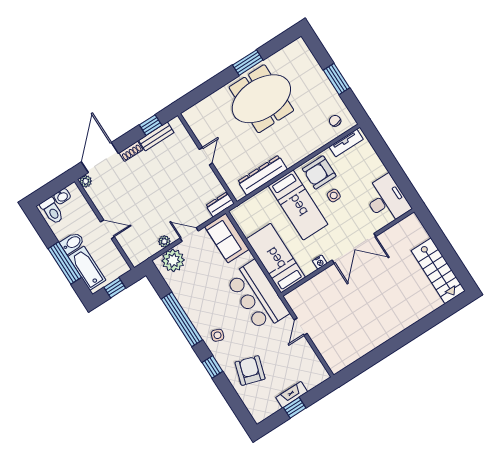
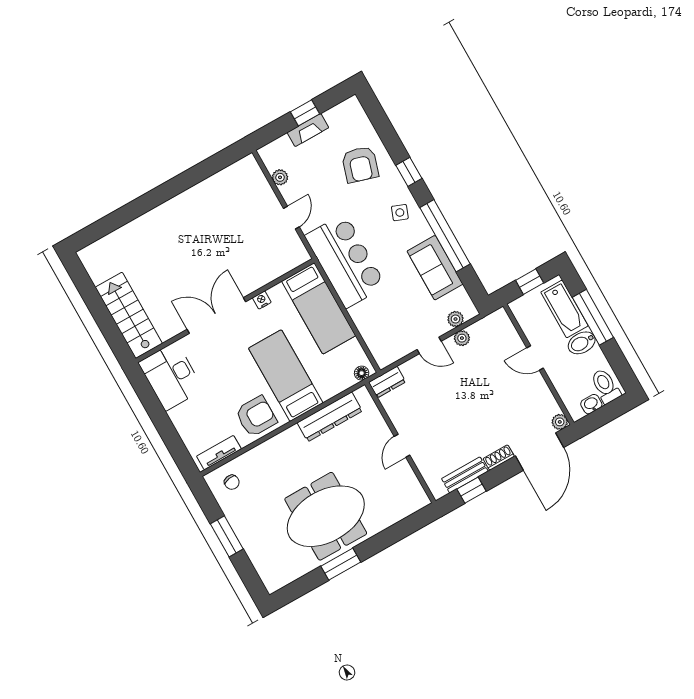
side table: (334, 195) -> (239, 385), removed
floor lamp: (240, 210) -> (362, 373), added
sofa: (227, 238) -> (435, 268), moved, turned 180
plant: (173, 260) -> (455, 319), width x0.53, depth x0.53
stairs: (438, 271) -> (129, 315), moved
plant: (311, 357) -> (280, 177), added

